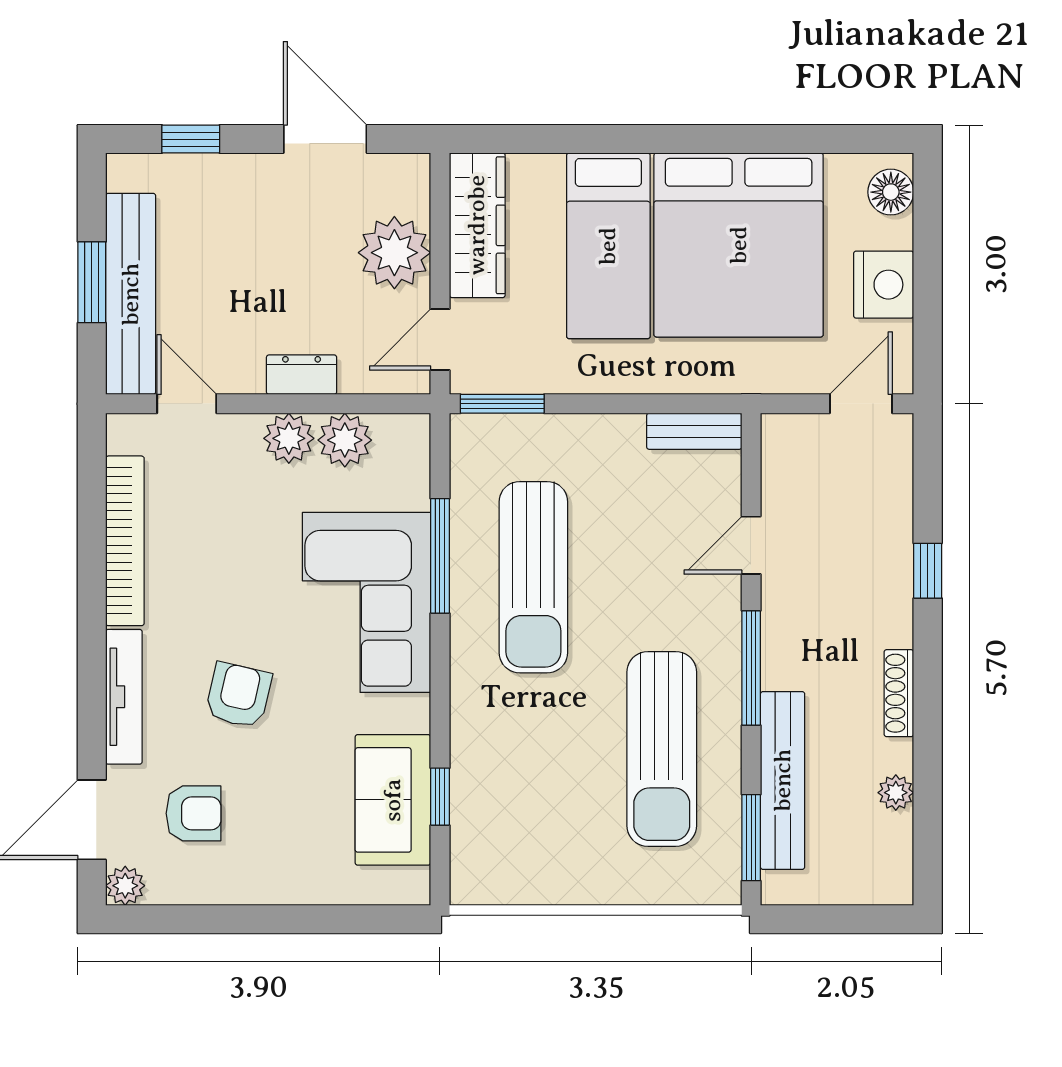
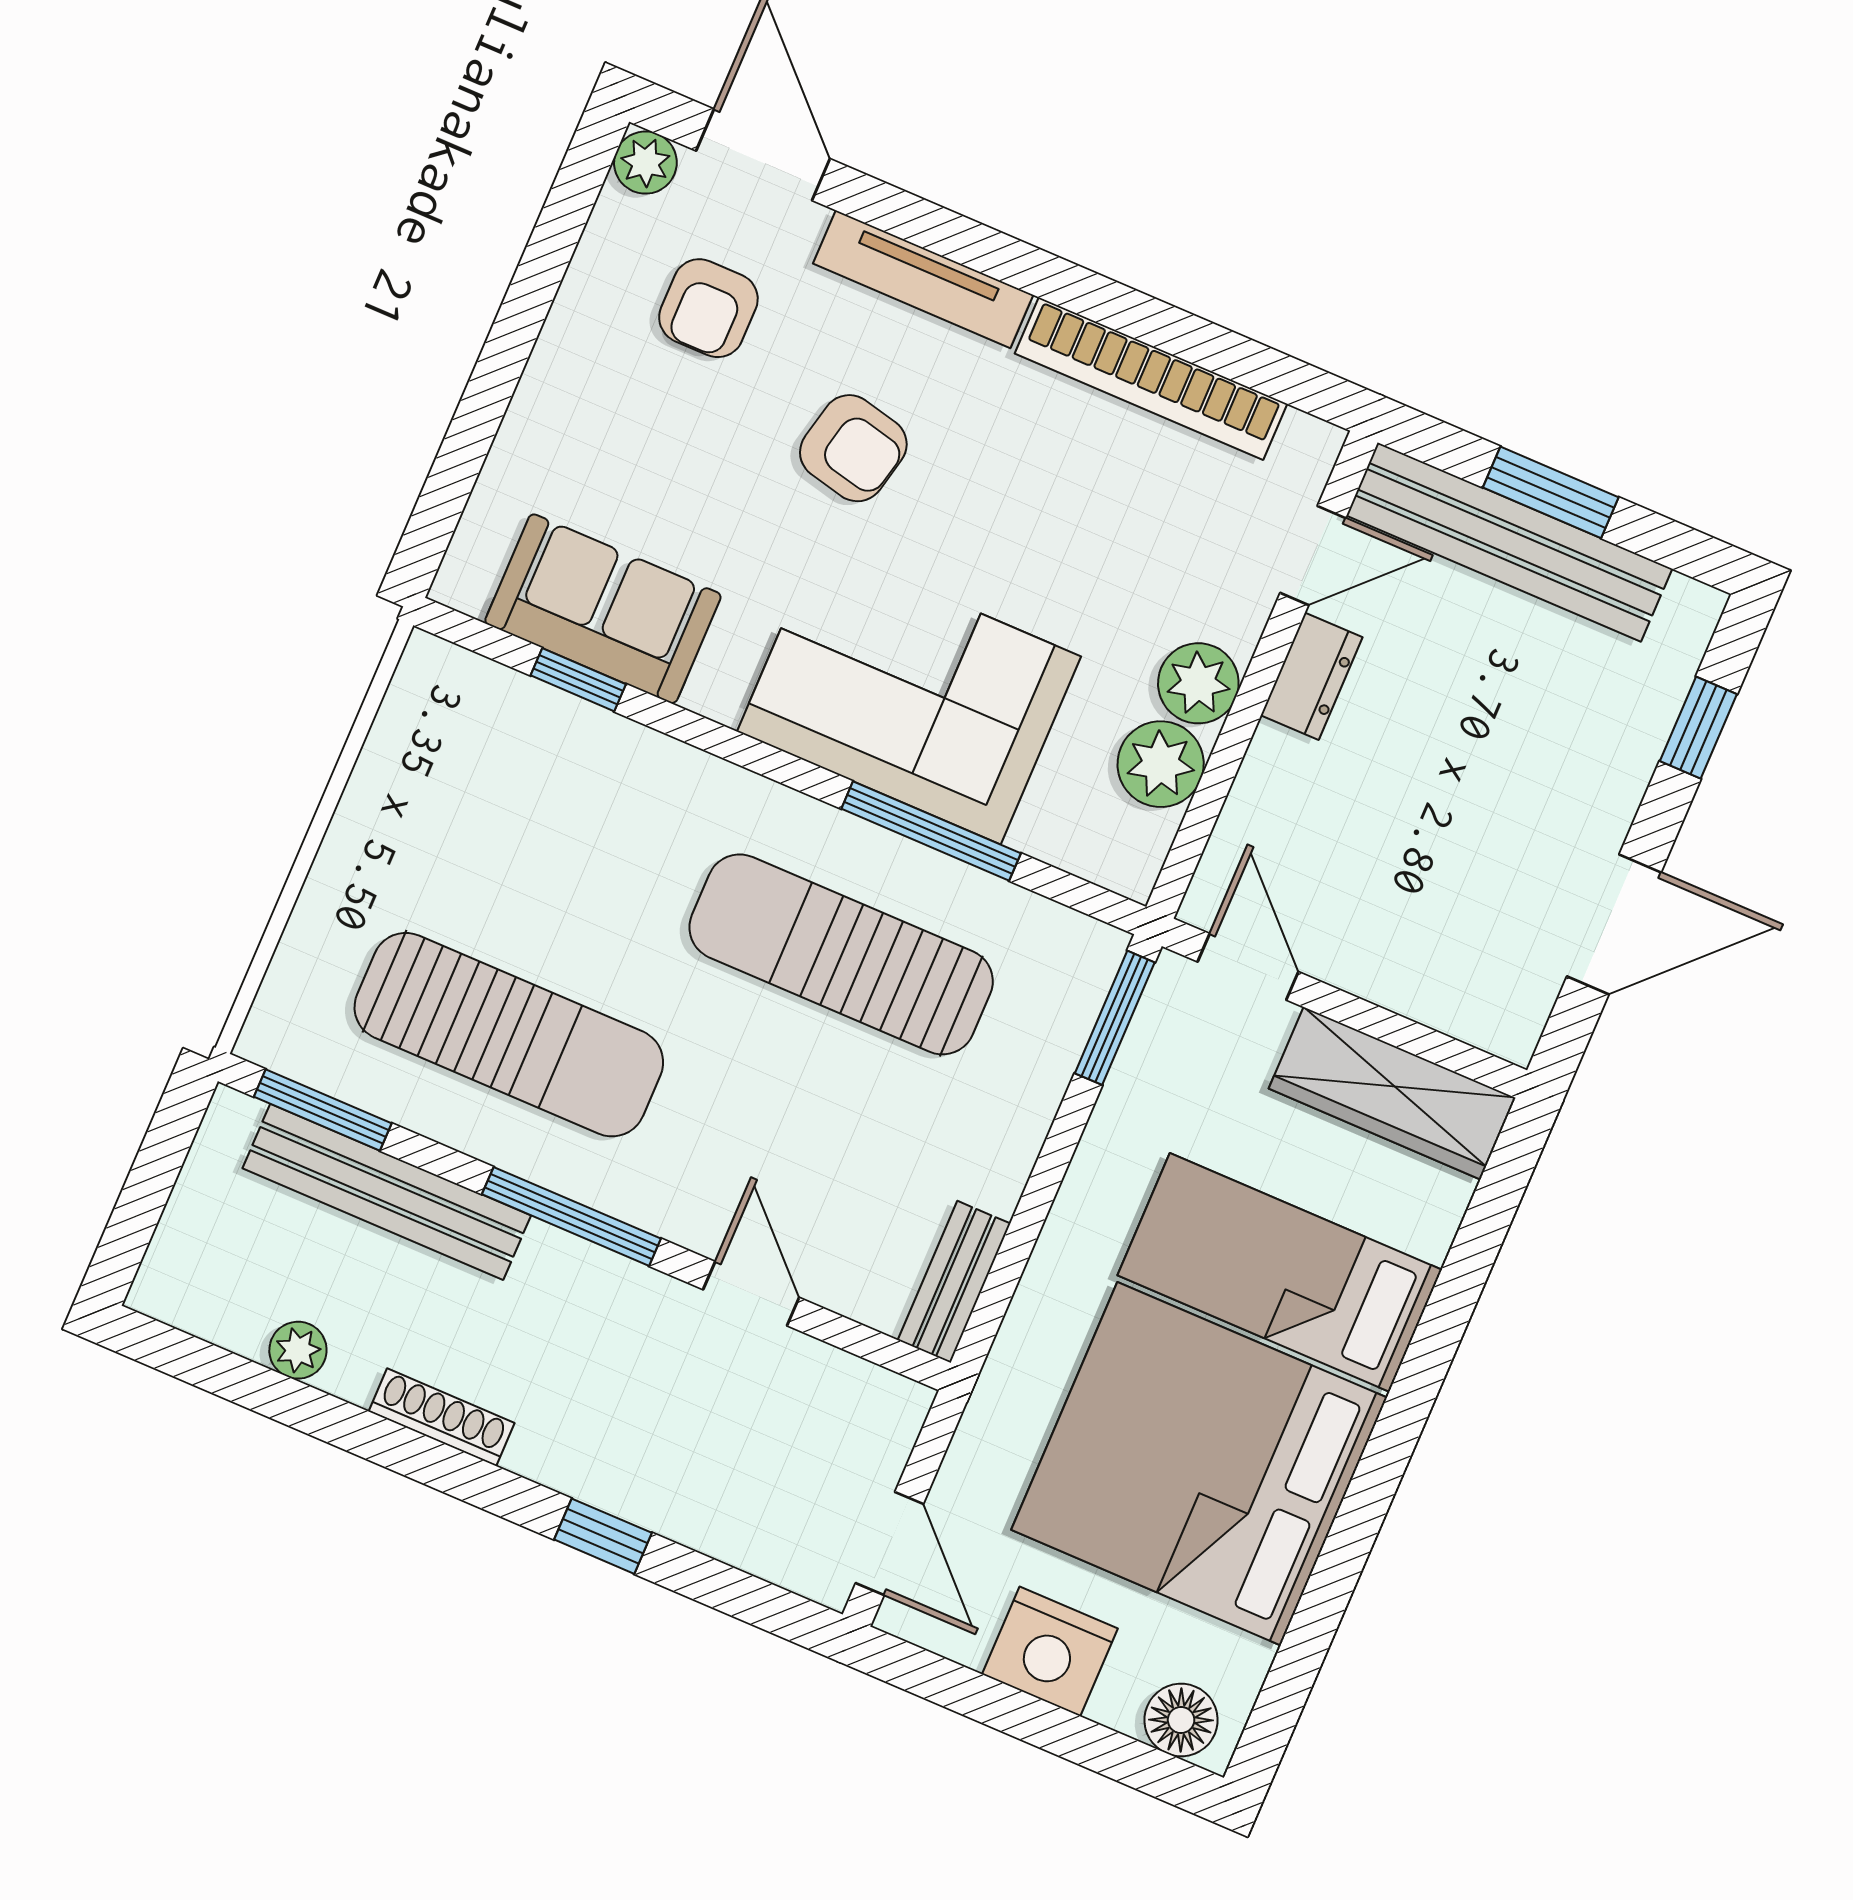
plant: (394, 253) -> (1404, 955), removed
dresser: (302, 375) -> (1312, 676), moved
sun lounger: (662, 749) -> (509, 1035), turned 180

